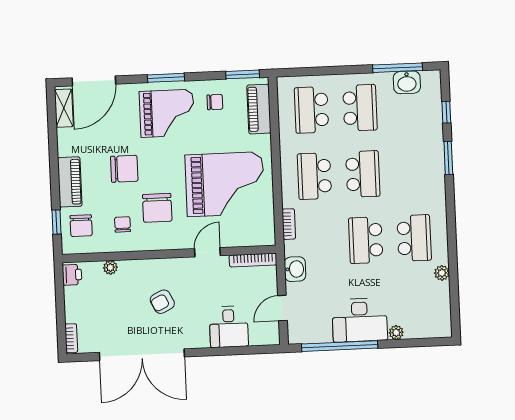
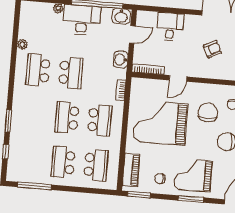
washbasin: (407, 82) -> (121, 16), moved, turned 180

